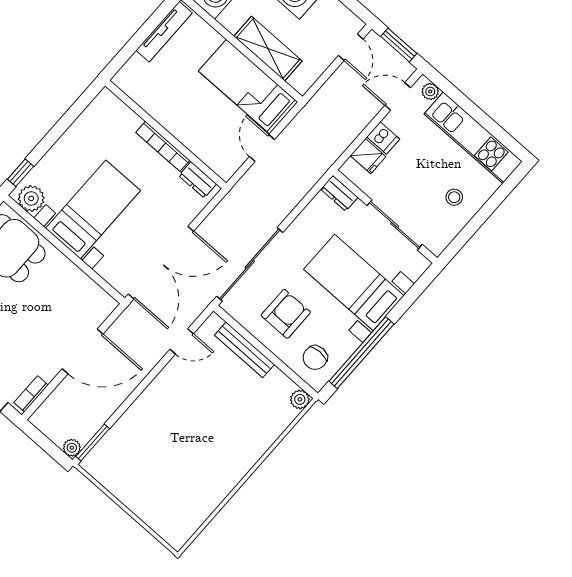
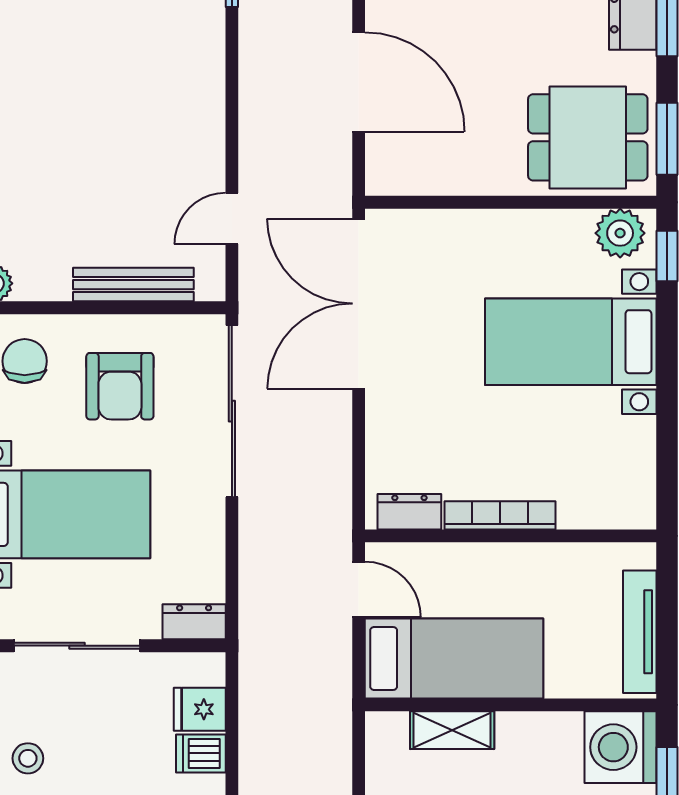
shelving: (268, 49) -> (452, 730), width x0.67, depth x0.75
wall: (166, 134) -> (511, 536), moved
bookcase: (163, 146) -> (500, 515), moved
dresser: (198, 180) -> (409, 512), moved
bed with nightstands: (93, 209) -> (571, 342), moved, turned 90
door: (83, 351) -> (359, 82), swing flipped

